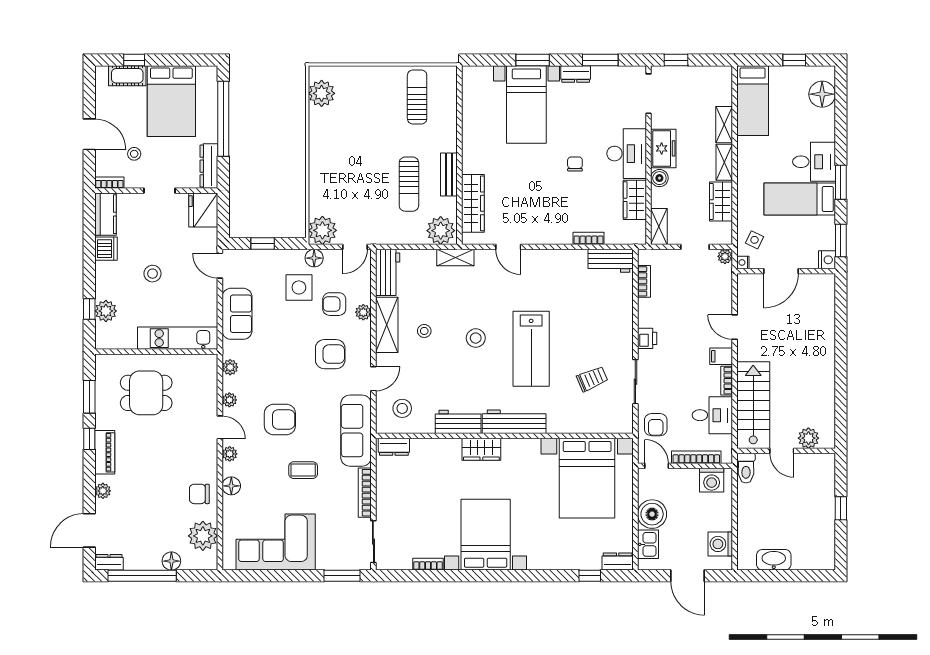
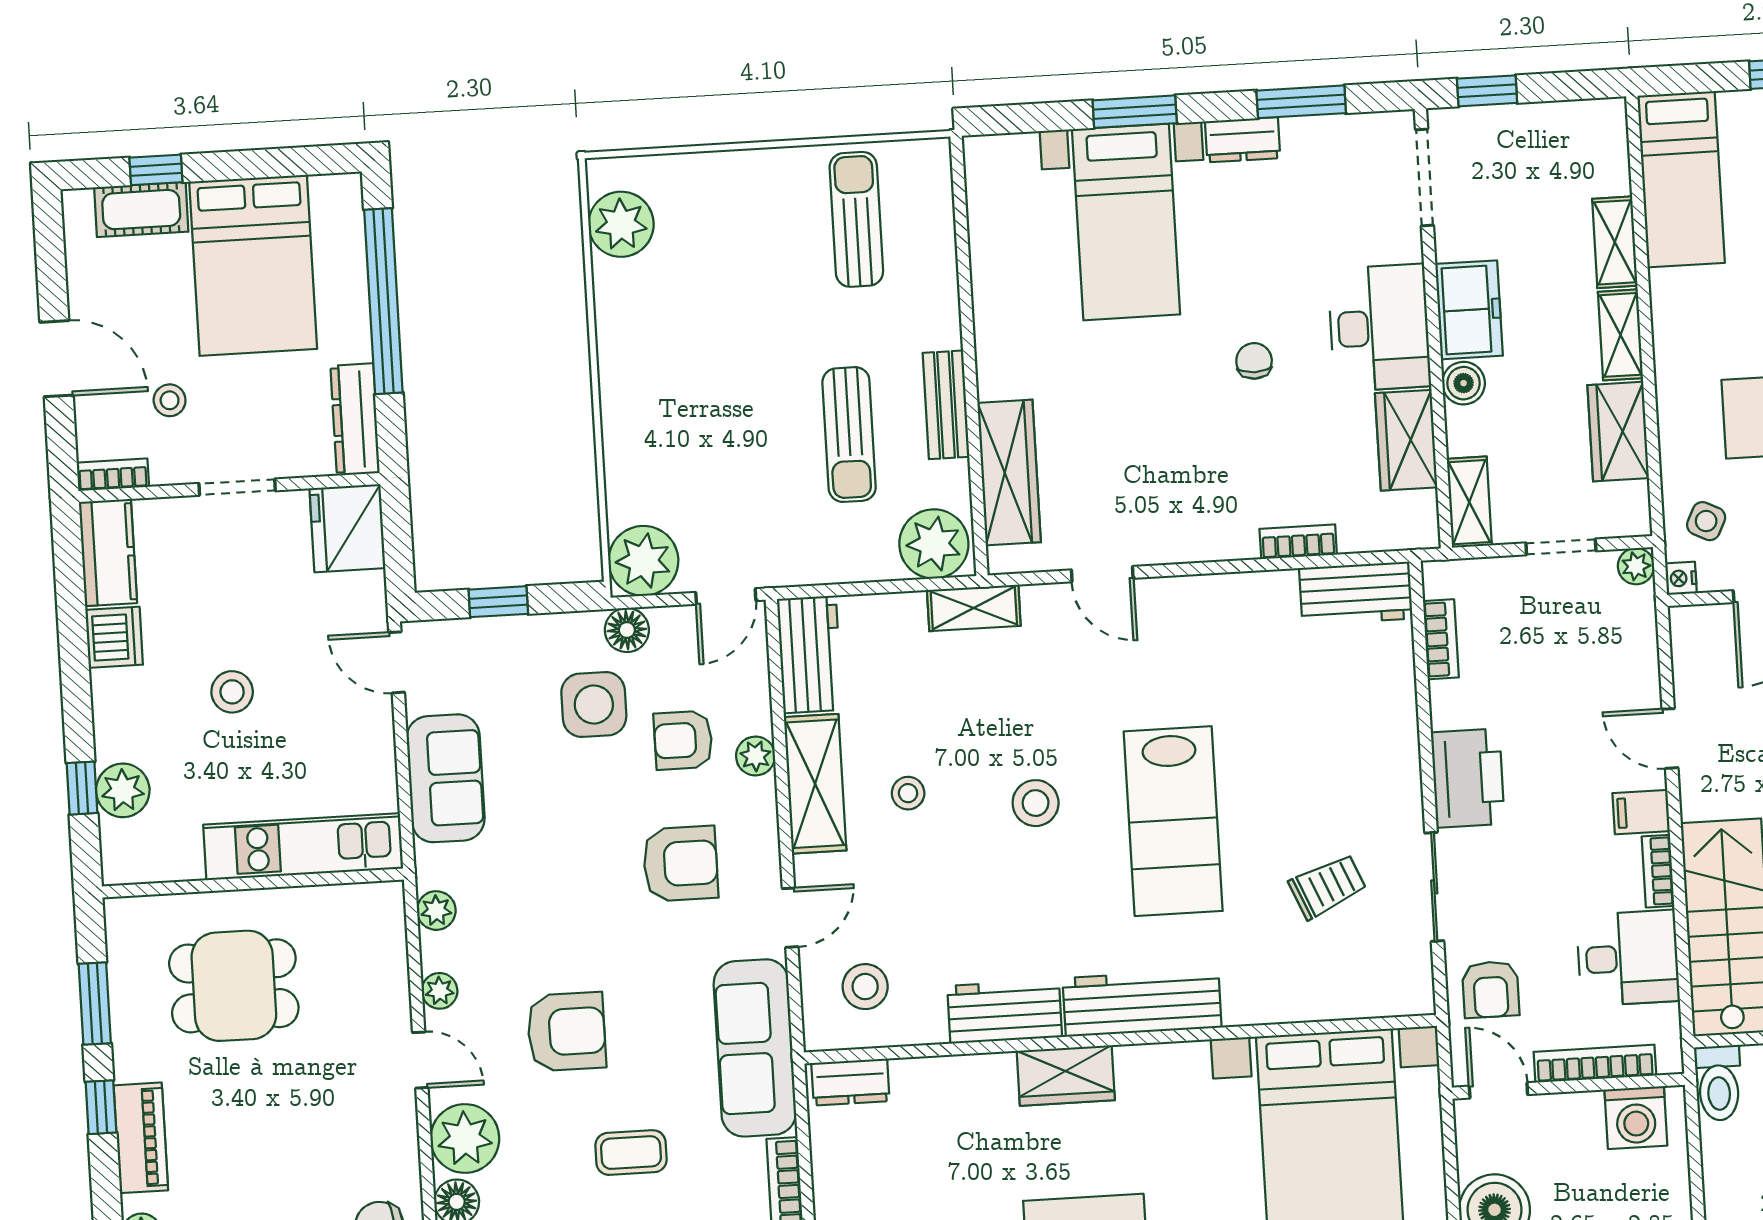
printer: (647, 338) -> (1468, 778), width x1.87, depth x1.48
plant: (230, 454) -> (465, 1138), width x1.88, depth x1.88

